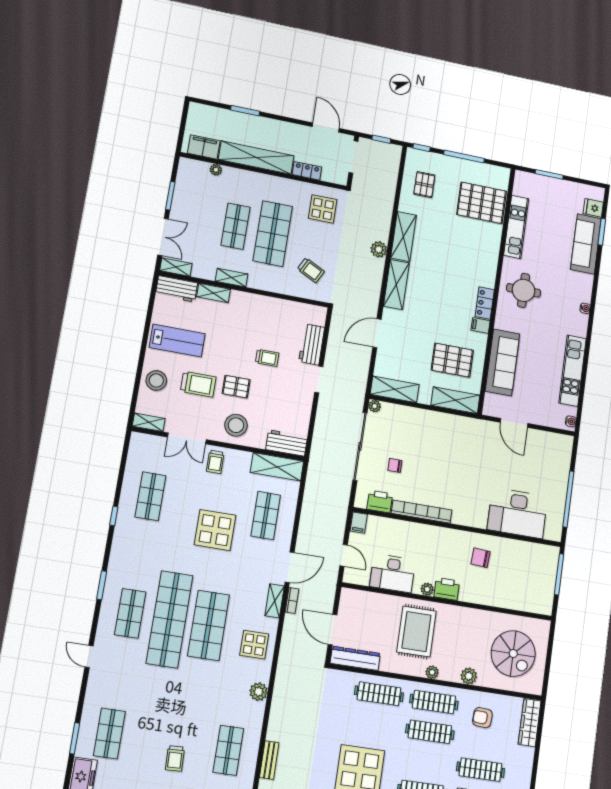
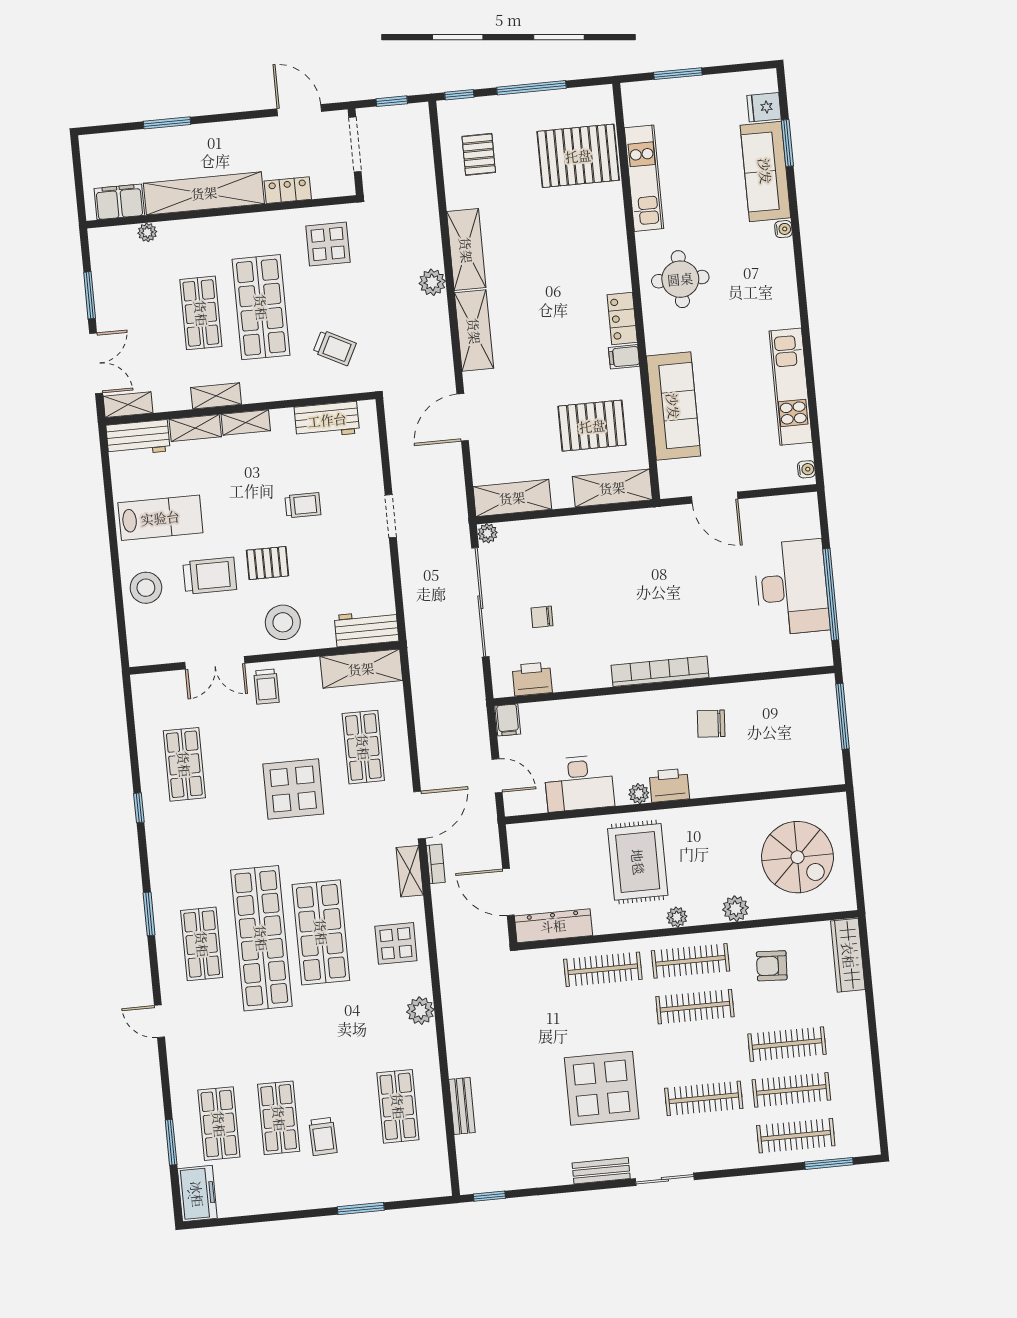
water cooler: (585, 308) -> (783, 229), moved
workbench: (312, 344) -> (327, 420), moved, turned -90
shelving: (149, 422) -> (246, 422), moved
bookcase: (422, 512) -> (660, 671), moved
desk: (517, 513) -> (792, 587), moved, turned -90
shop shelf: (149, 739) -> (279, 1118), added

